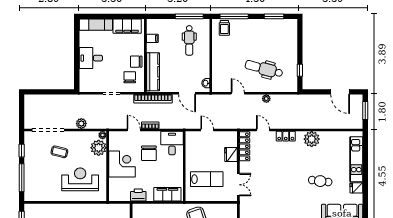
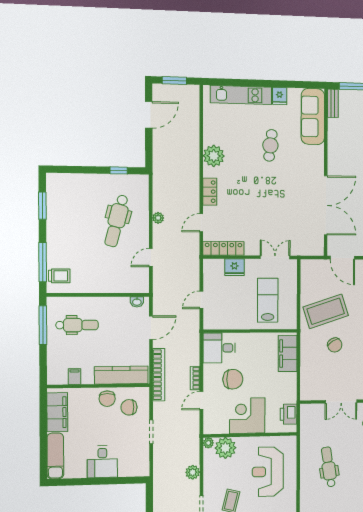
printer: (138, 195) -> (289, 414), moved

